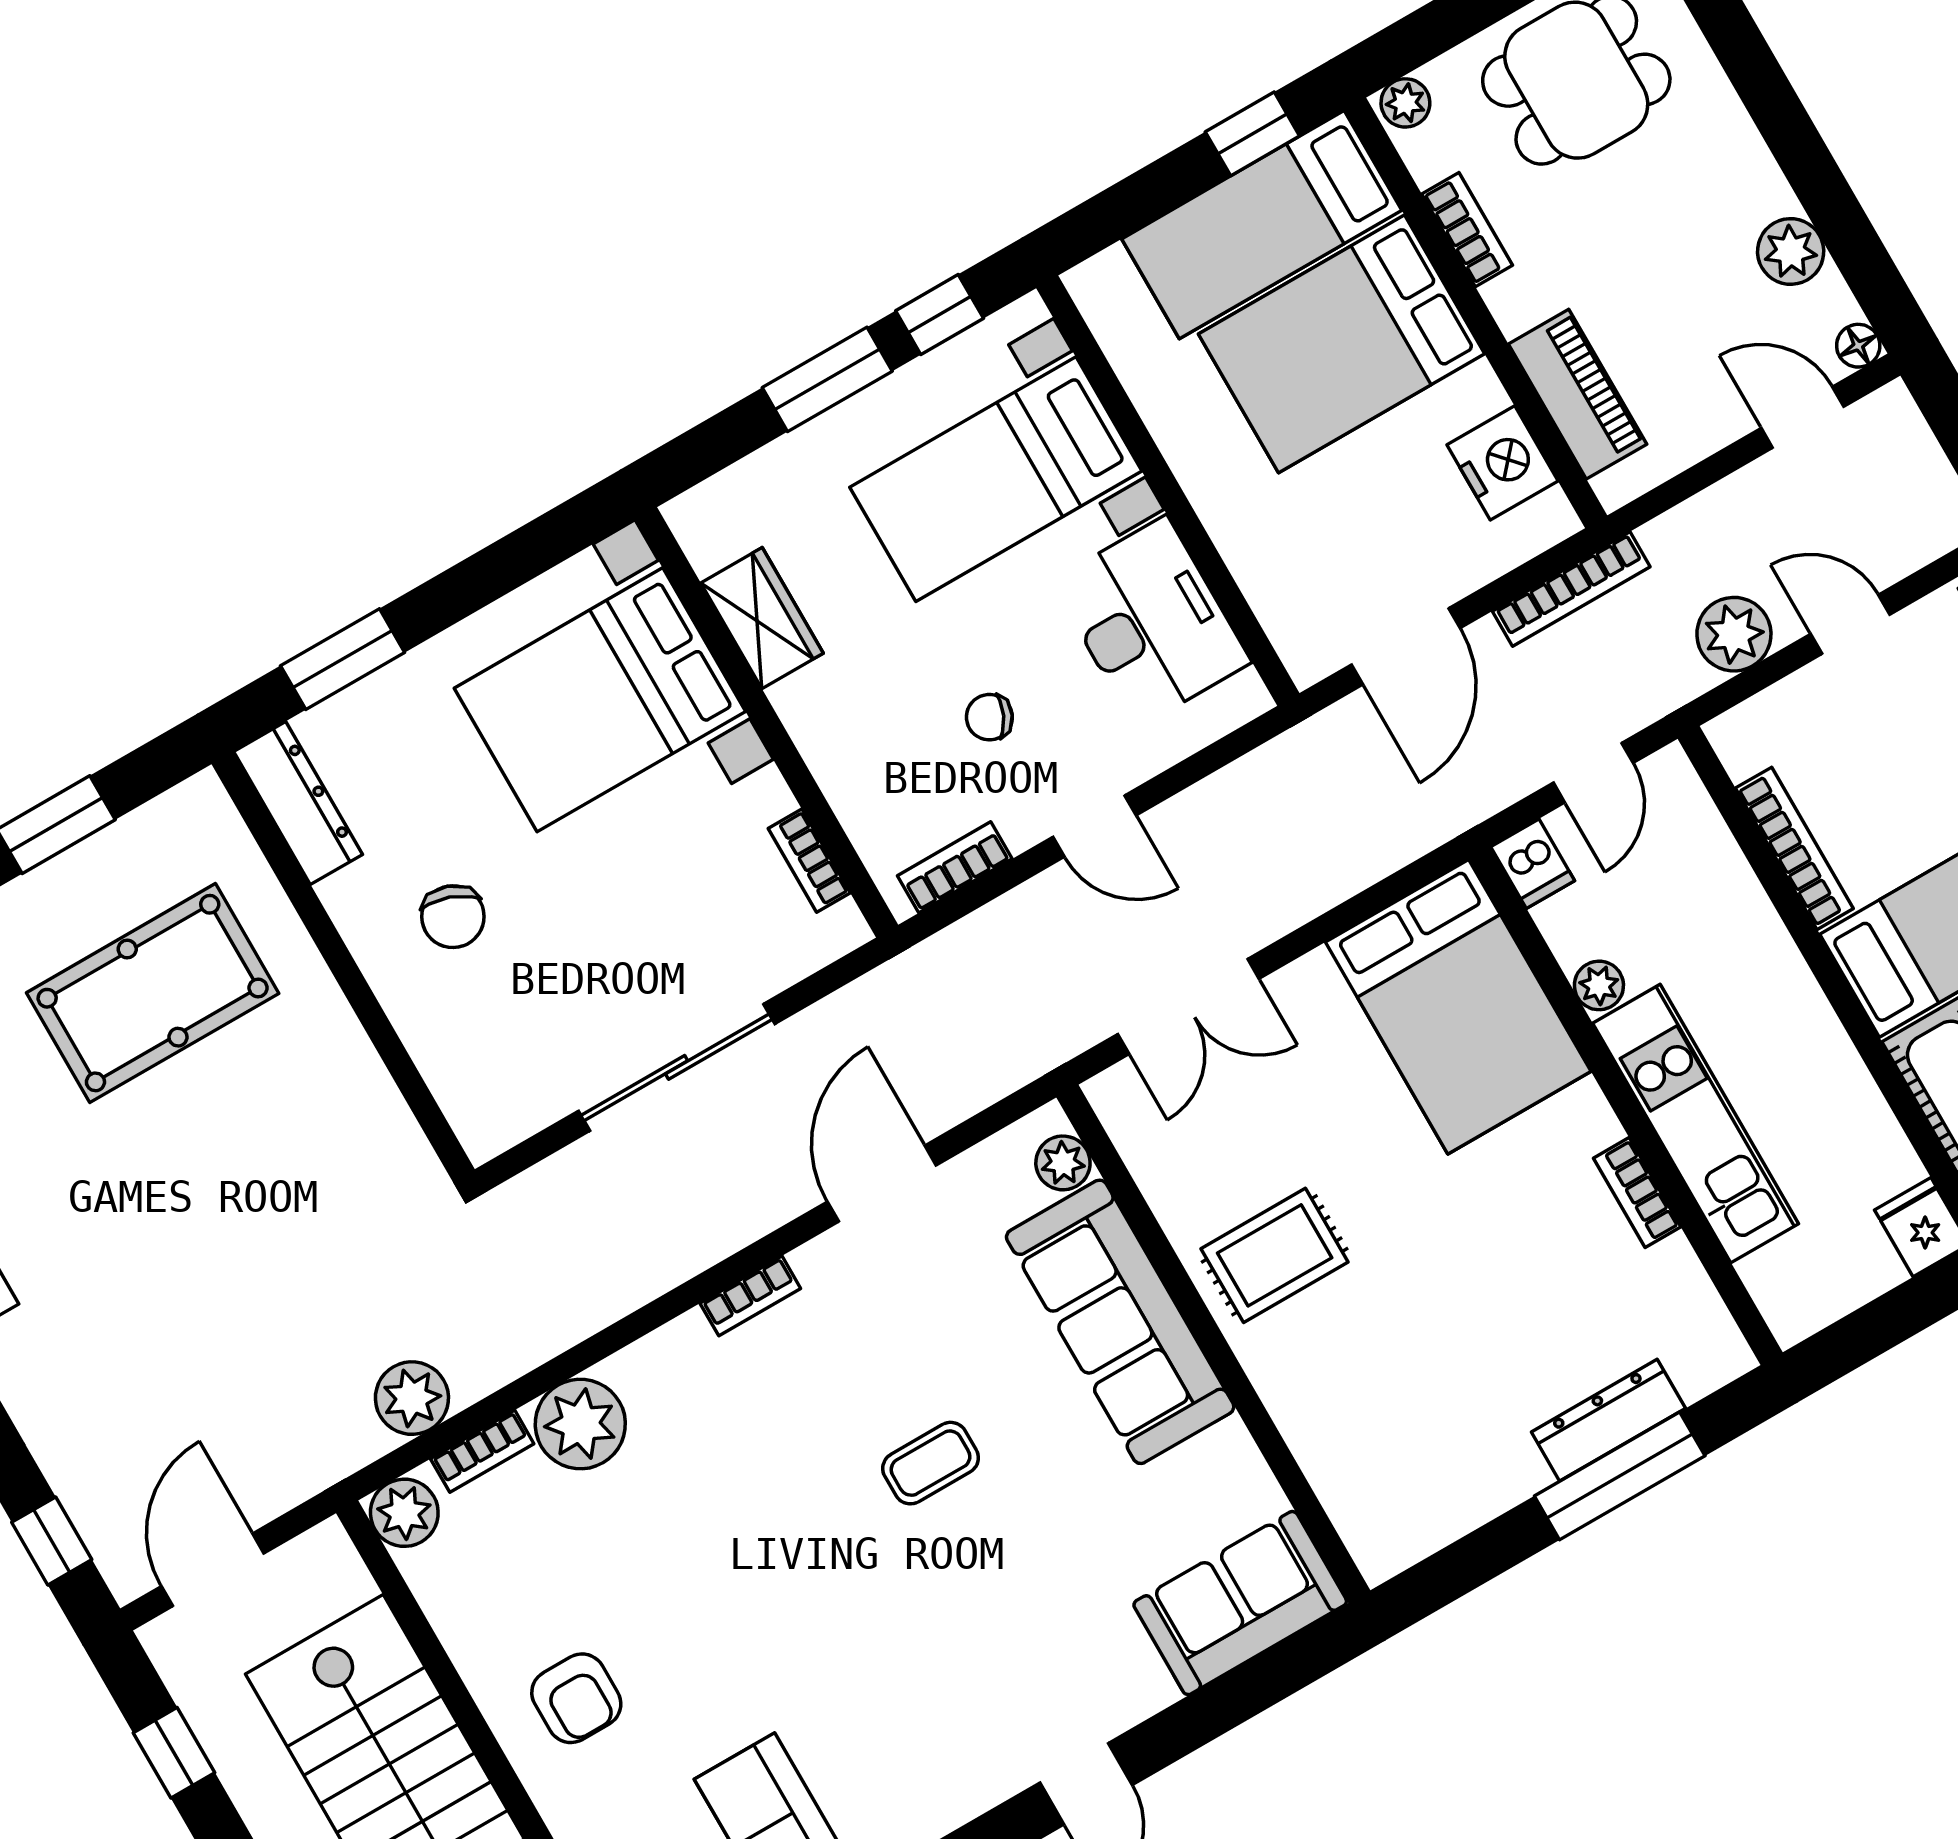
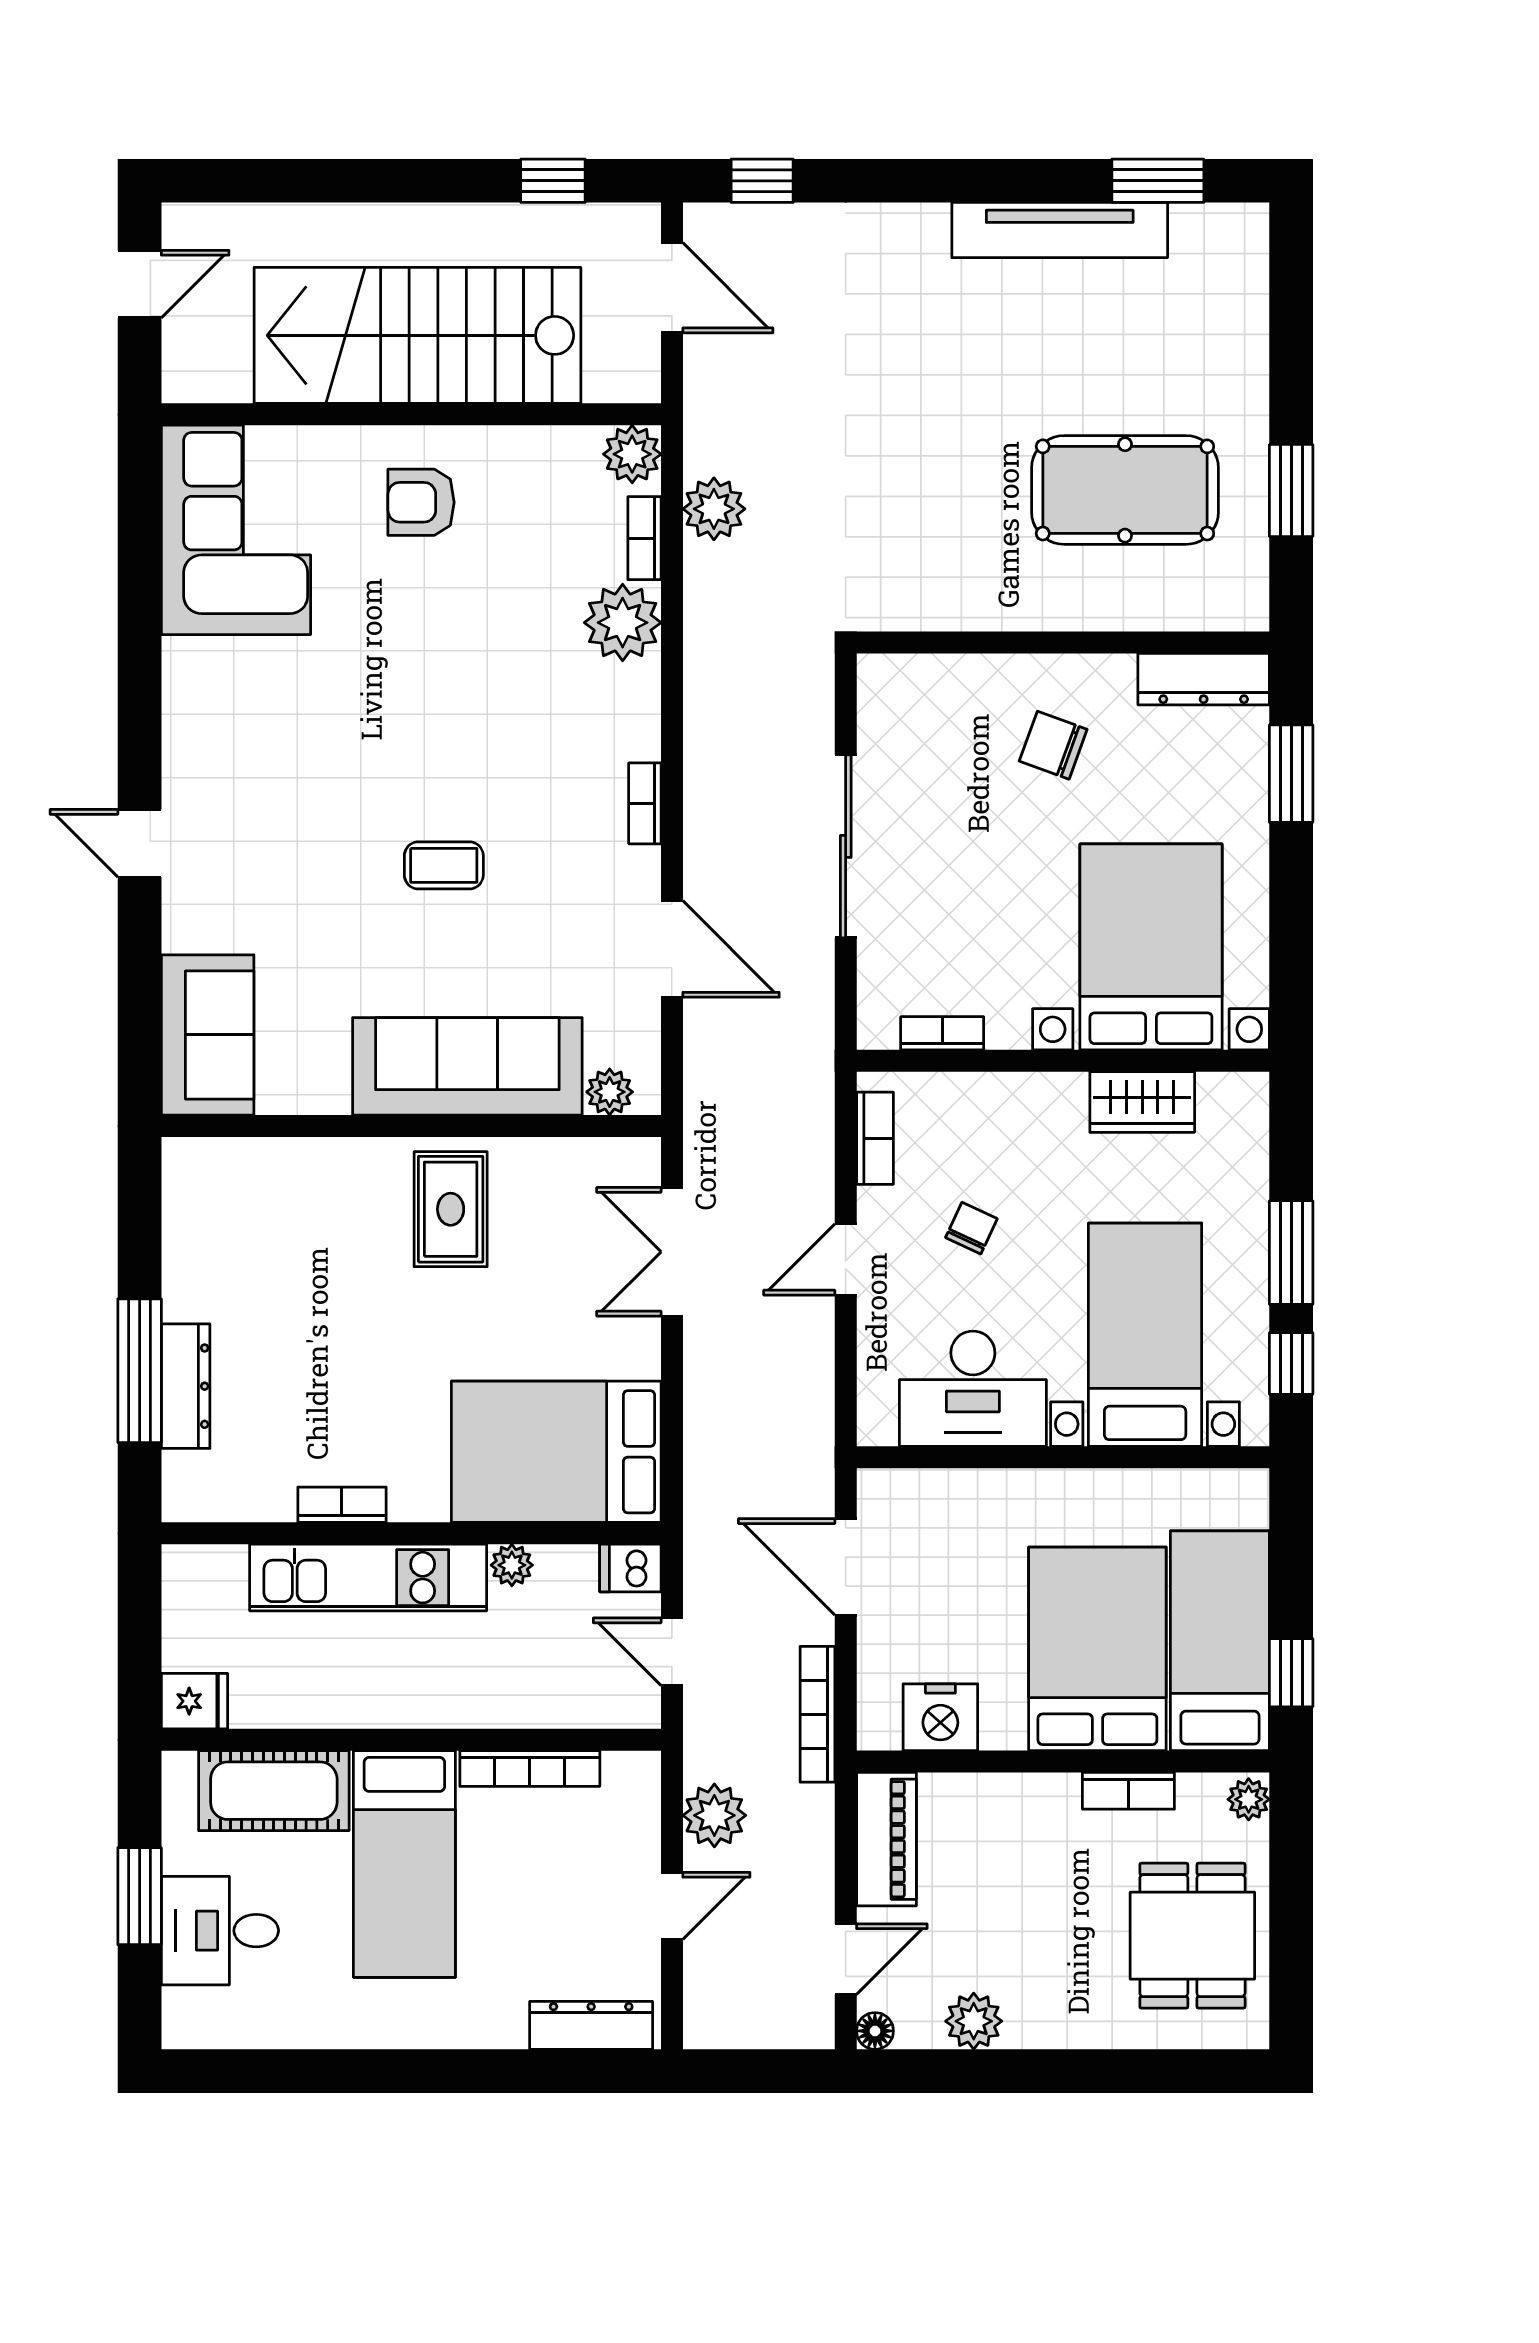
piano: (1578, 394) -> (886, 1839), moved, turned -90
pool table: (153, 993) -> (1125, 490), turned 90
coffee table: (931, 1463) -> (444, 865), turned 90

